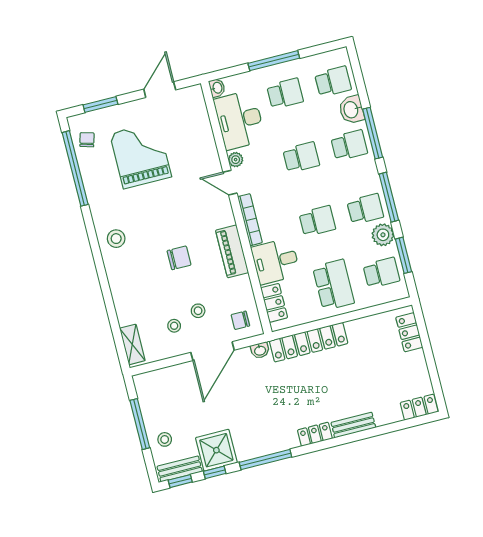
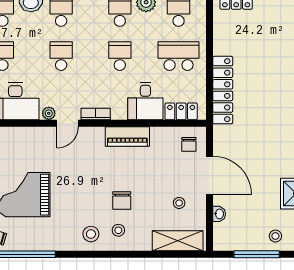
bookcase: (250, 220) -> (96, 114), width x0.64
chair: (179, 258) -> (122, 200), moved, turned 180
stool: (198, 311) -> (118, 230), moved
shelving: (132, 344) -> (178, 241), width x1.50, depth x1.33
washbasin: (260, 350) -> (219, 214), moved

